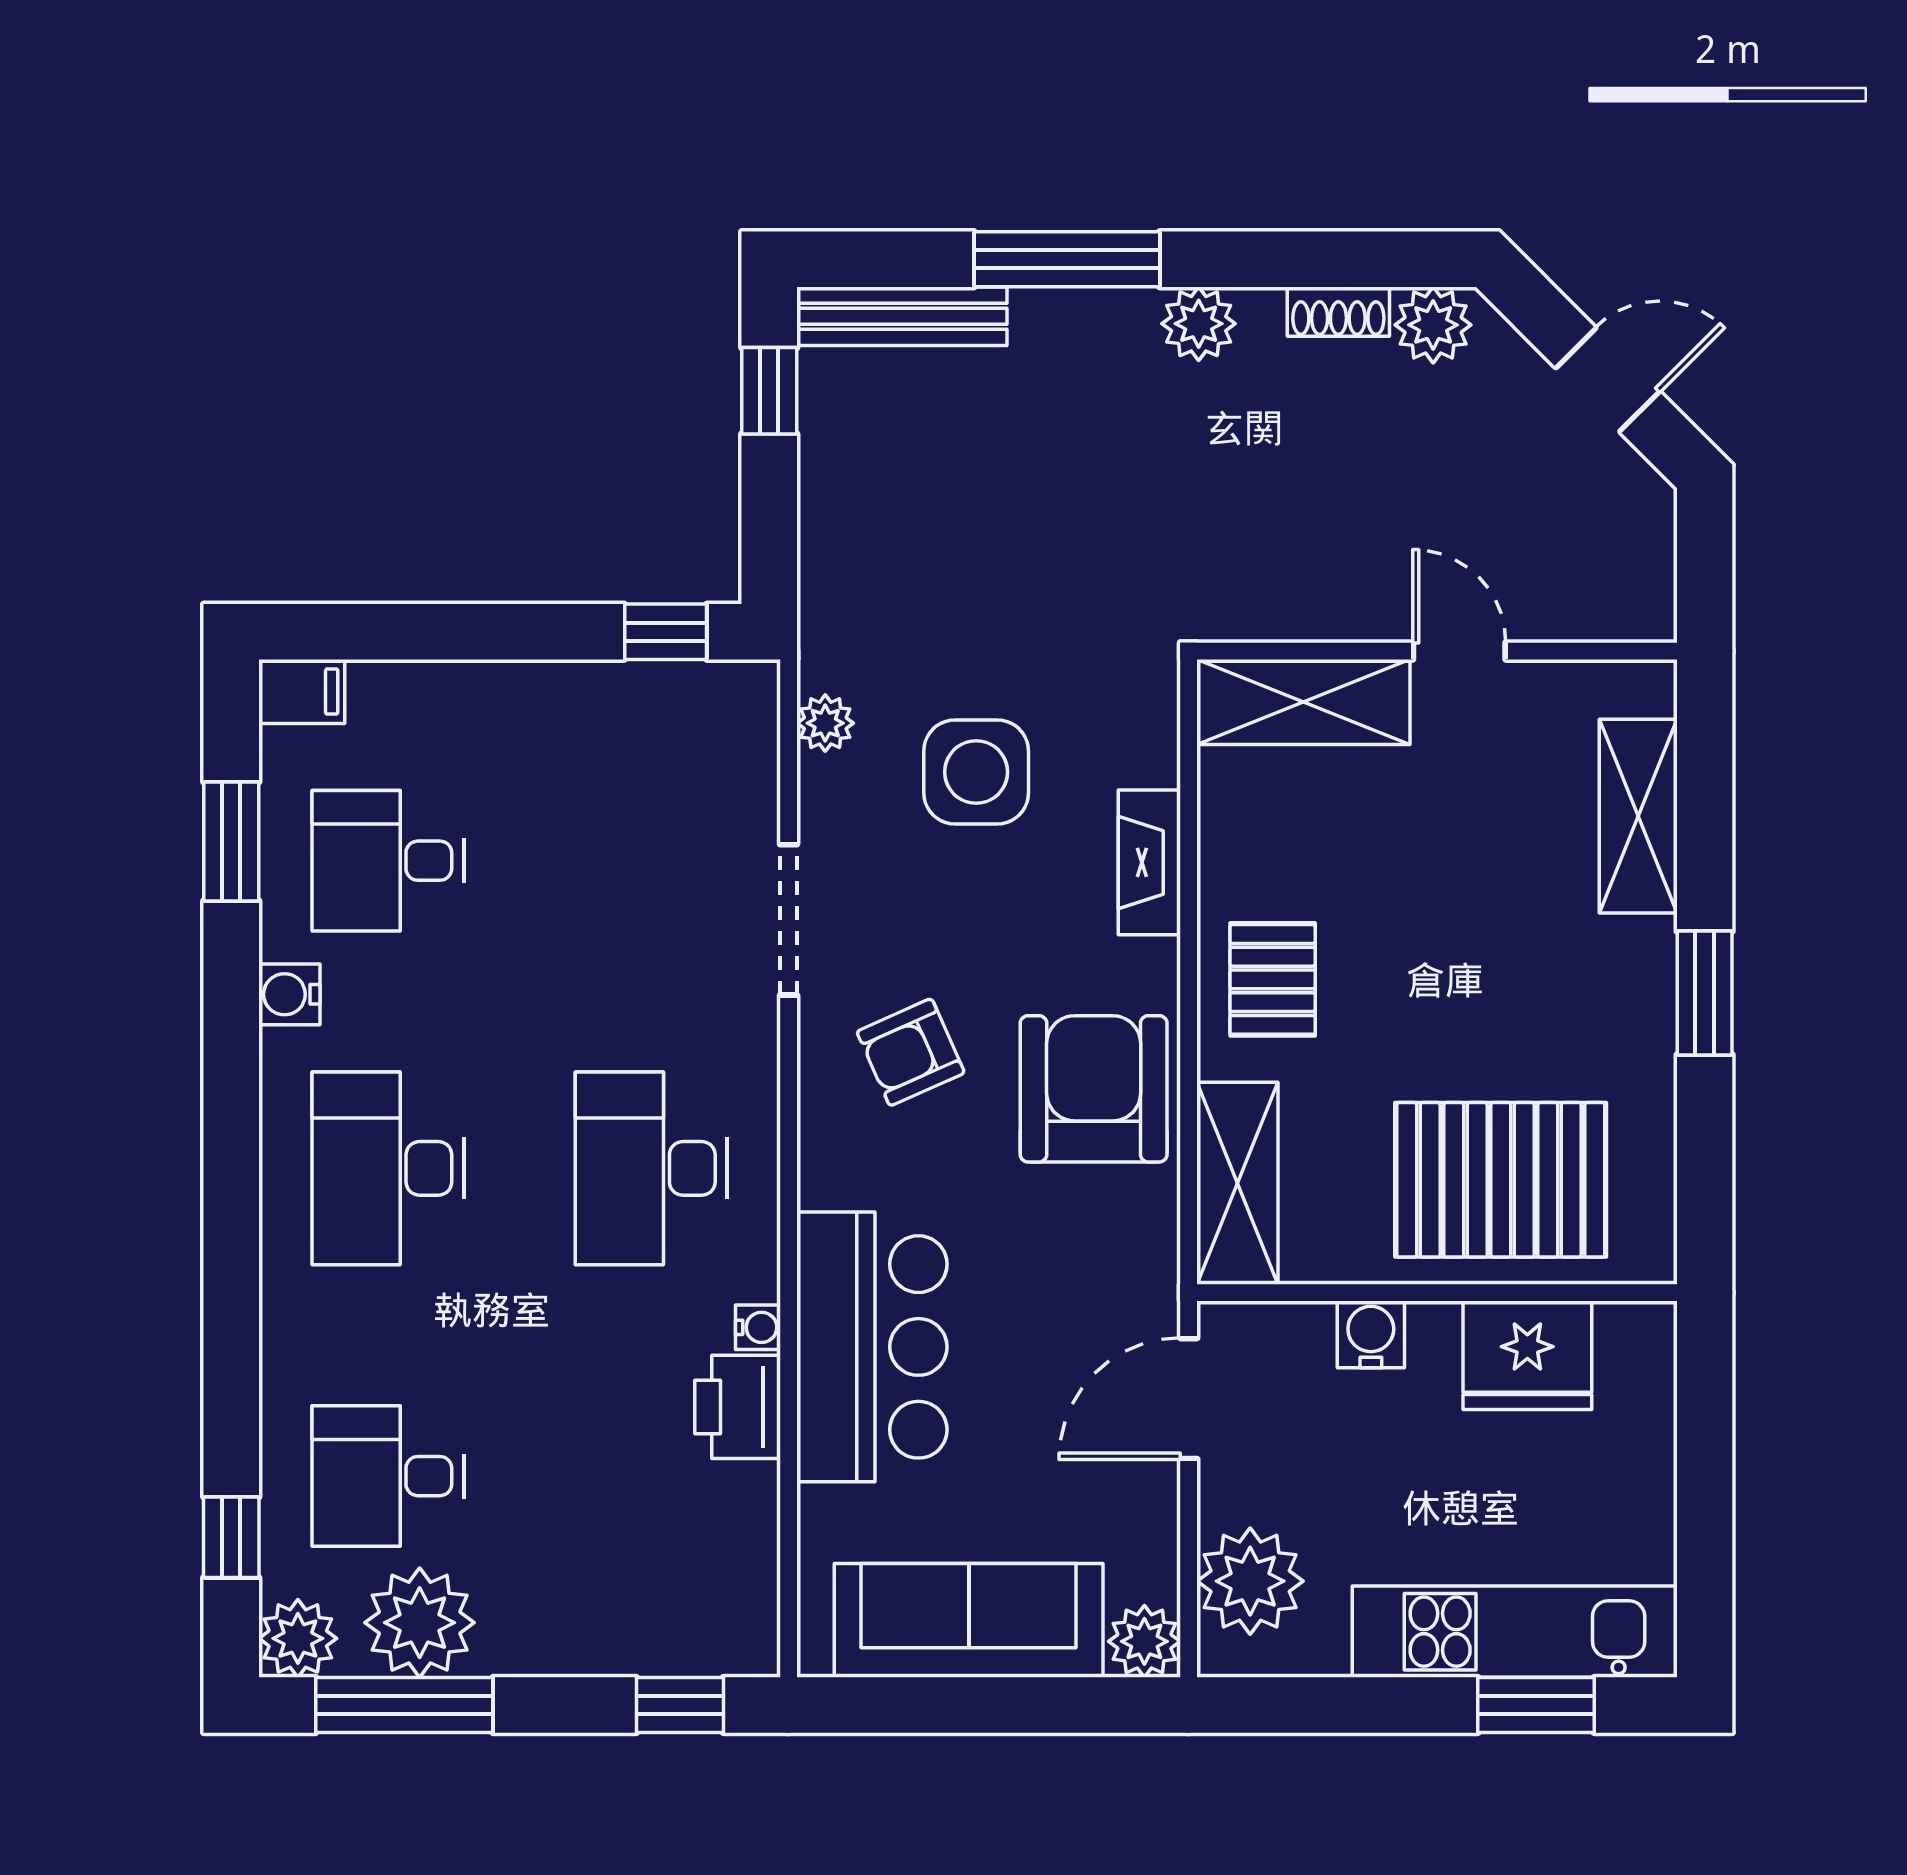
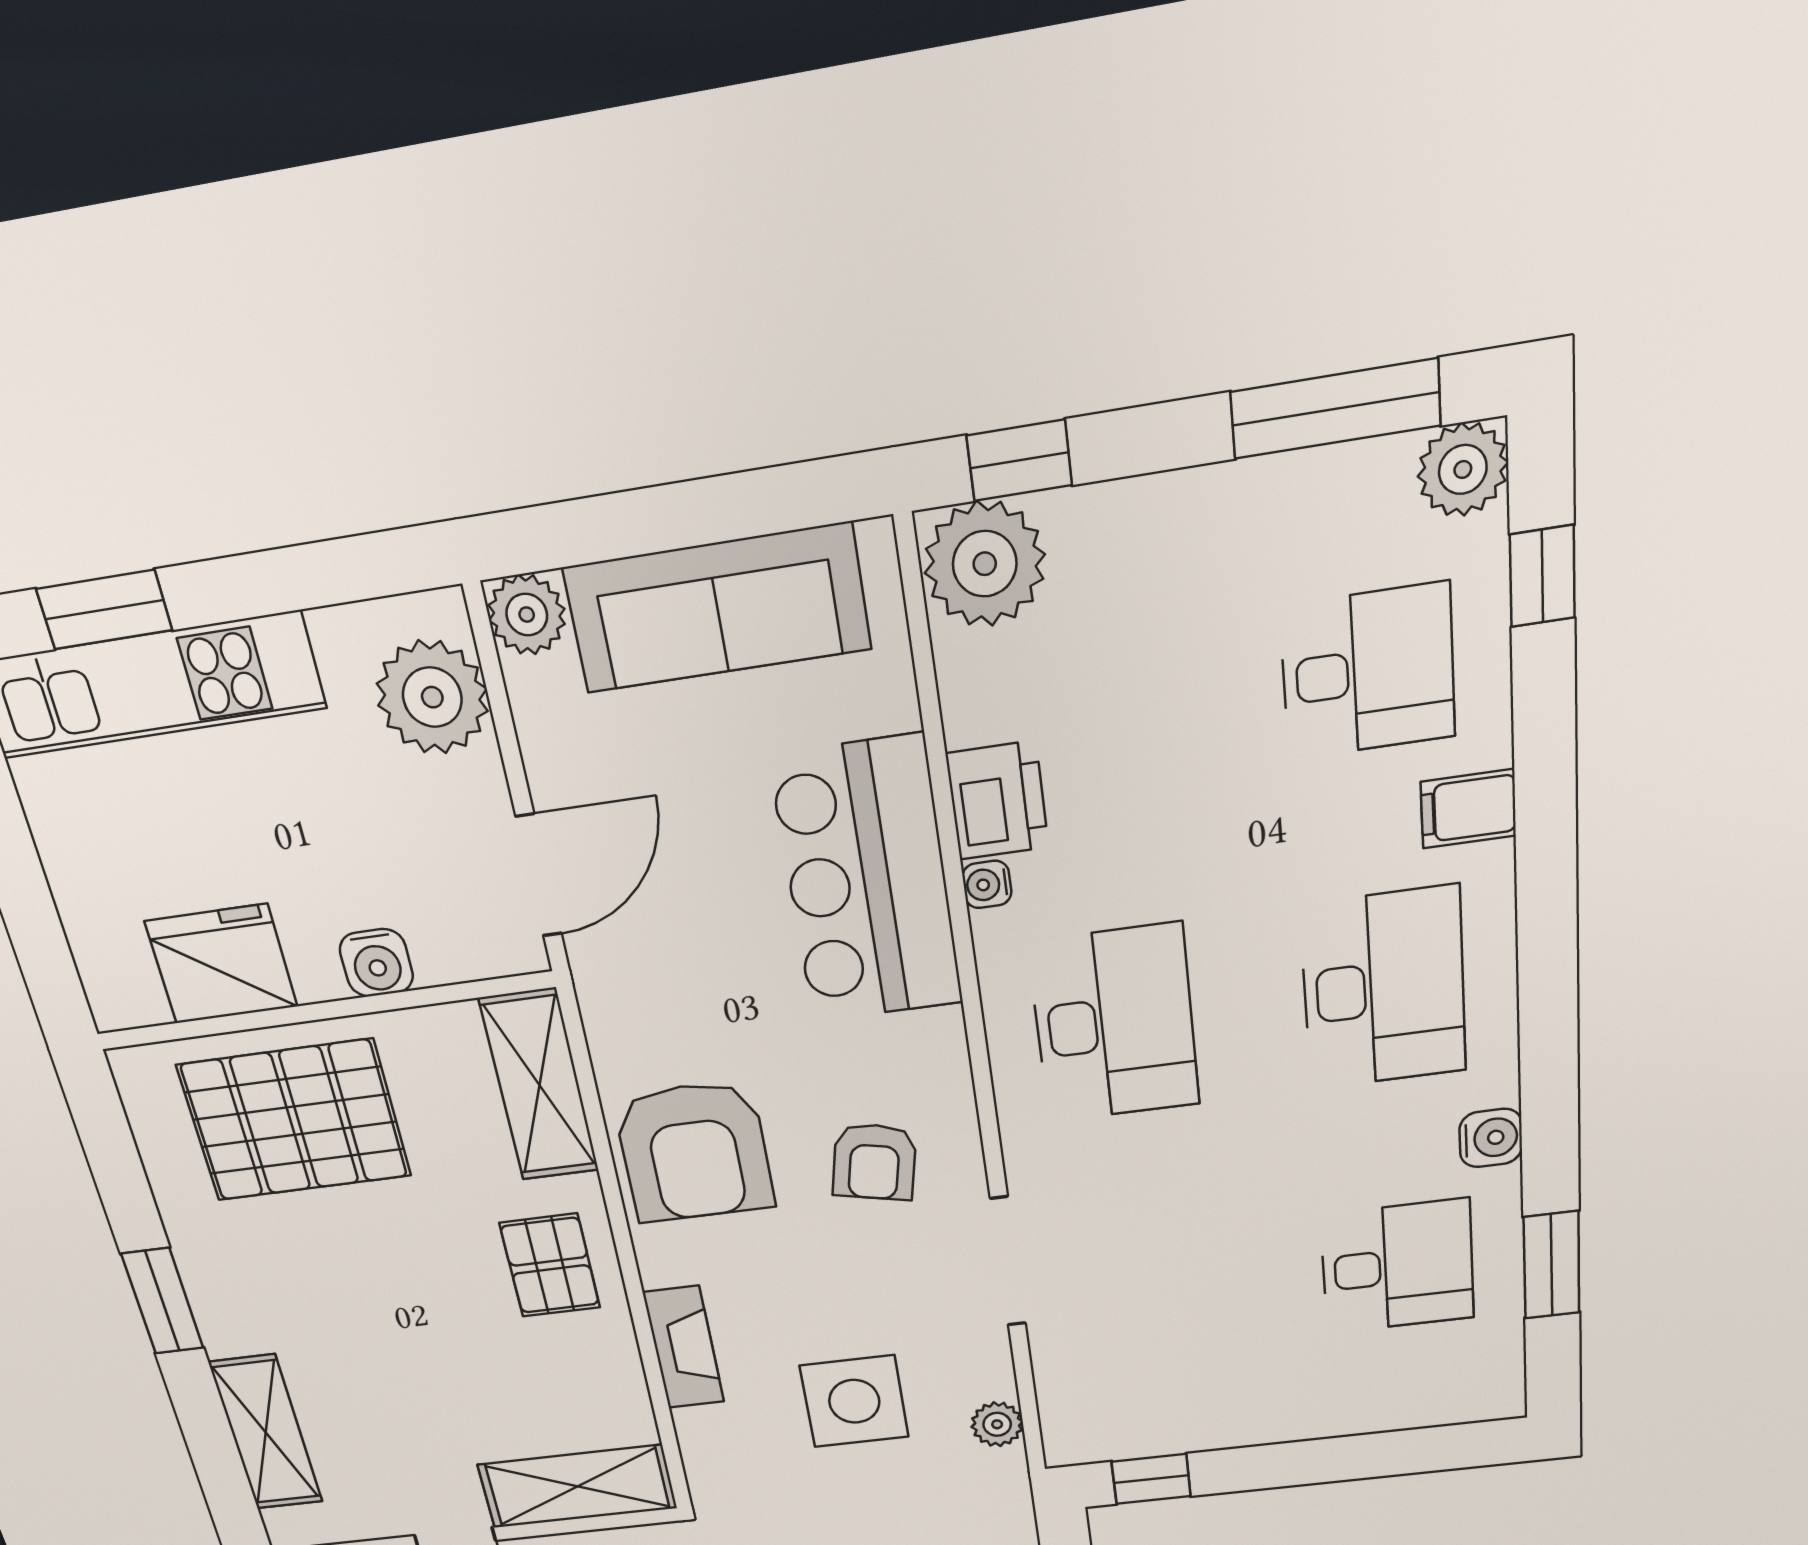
filing cabinet: (302, 691) -> (1468, 809), moved
armchair: (911, 1052) -> (874, 1162), turned 126
plant: (420, 1623) -> (985, 564), moved

